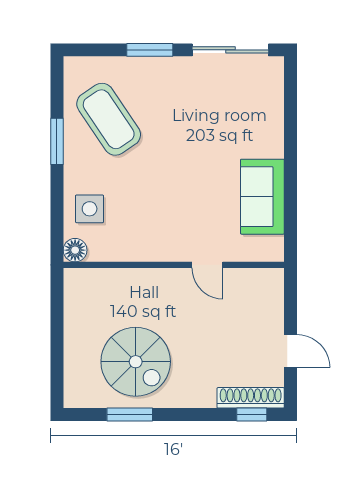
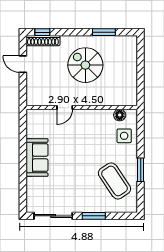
sofa: (262, 197) -> (37, 158), moved
floor lamp: (75, 250) -> (120, 115), moved
door: (207, 265) -> (65, 108), swing flipped
spiral stairs: (136, 362) -> (85, 65), moved

